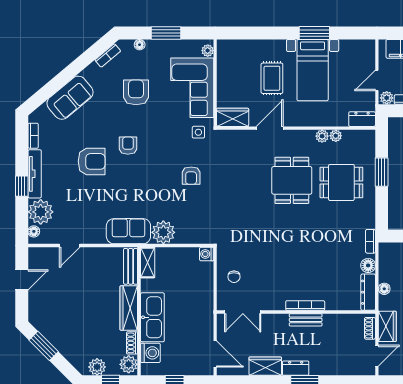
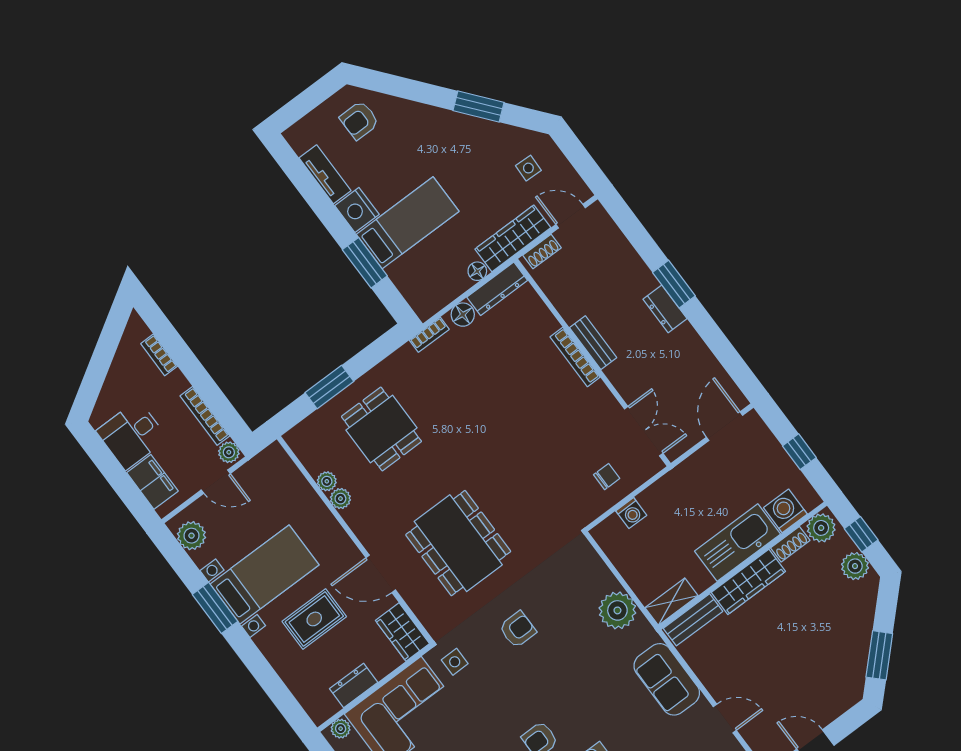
plant: (359, 48) -> (191, 536), added
dresser: (362, 119) -> (354, 685), moved, turned 90
dining table: (292, 180) -> (458, 543), moved, width x1.38
sofa: (128, 231) -> (667, 679), moved
washing machine: (207, 254) -> (631, 513), moved
wardrobe: (387, 326) -> (513, 238), width x1.50
wardrobe: (265, 366) -> (692, 350), removed

